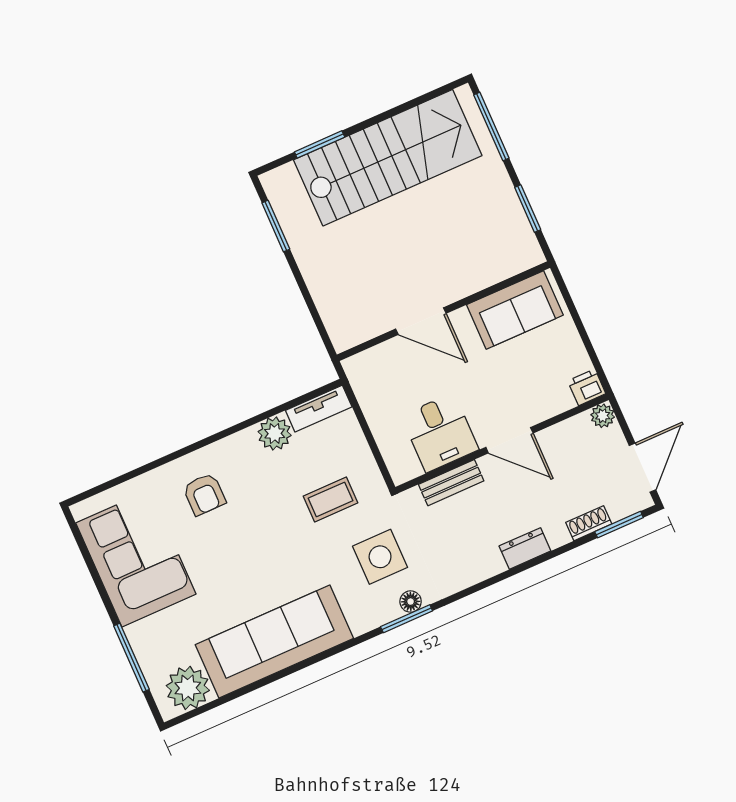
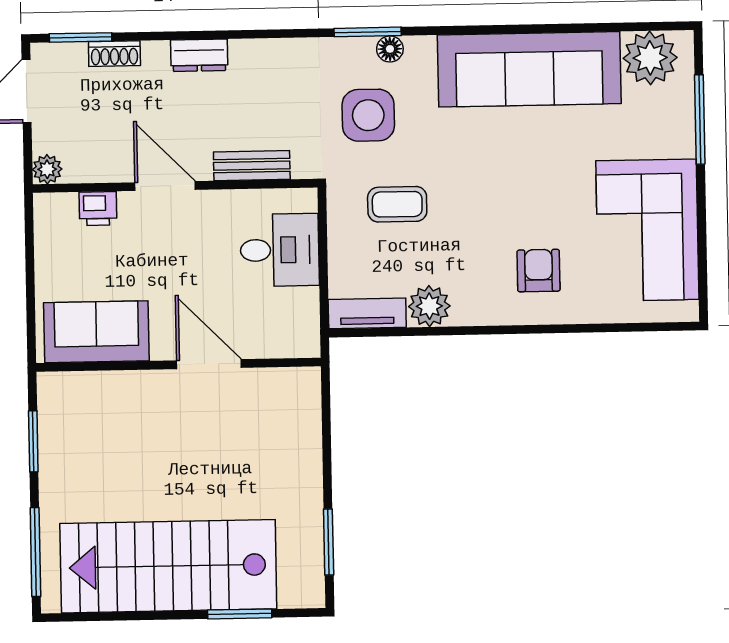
printer: (587, 387) -> (98, 208), moved
desk: (440, 433) -> (280, 250), moved, turned 90
floor lamp: (411, 602) -> (390, 49), moved

